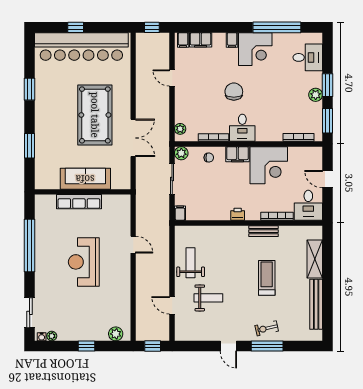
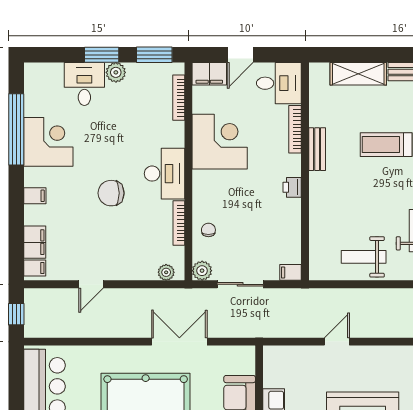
corner desk: (255, 49) -> (48, 142), moved
desk: (308, 57) -> (84, 84), moved
desk: (242, 128) -> (164, 174), width x1.37
filing cabinet: (238, 154) -> (209, 74), moved, turned 90

